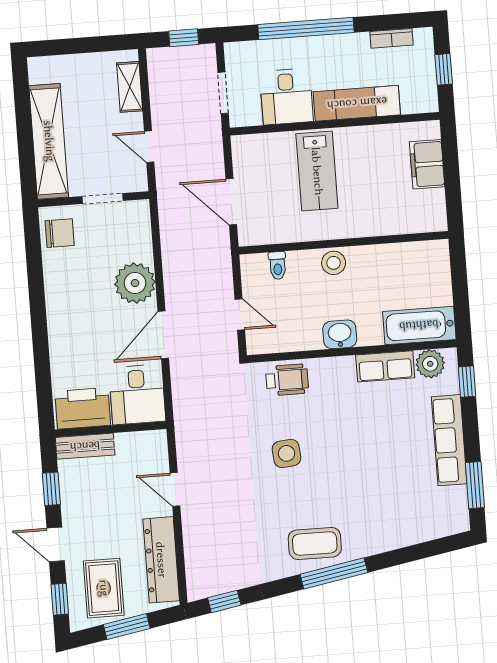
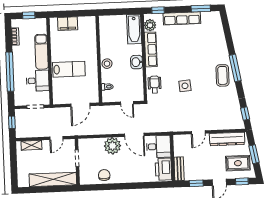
chair: (60, 233) -> (104, 175), moved
door: (240, 314) -> (127, 103), swing flipped
row of seats: (385, 366) -> (151, 49), width x1.48

